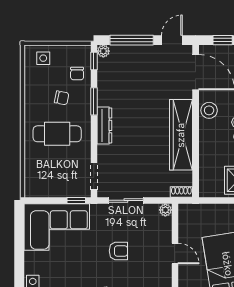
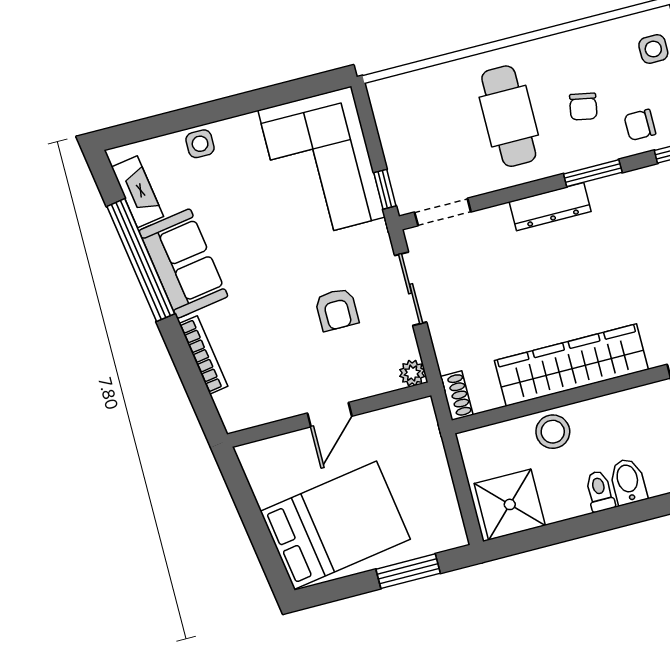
stool: (209, 110) -> (553, 432), moved
armchair: (118, 251) -> (337, 310), moved

